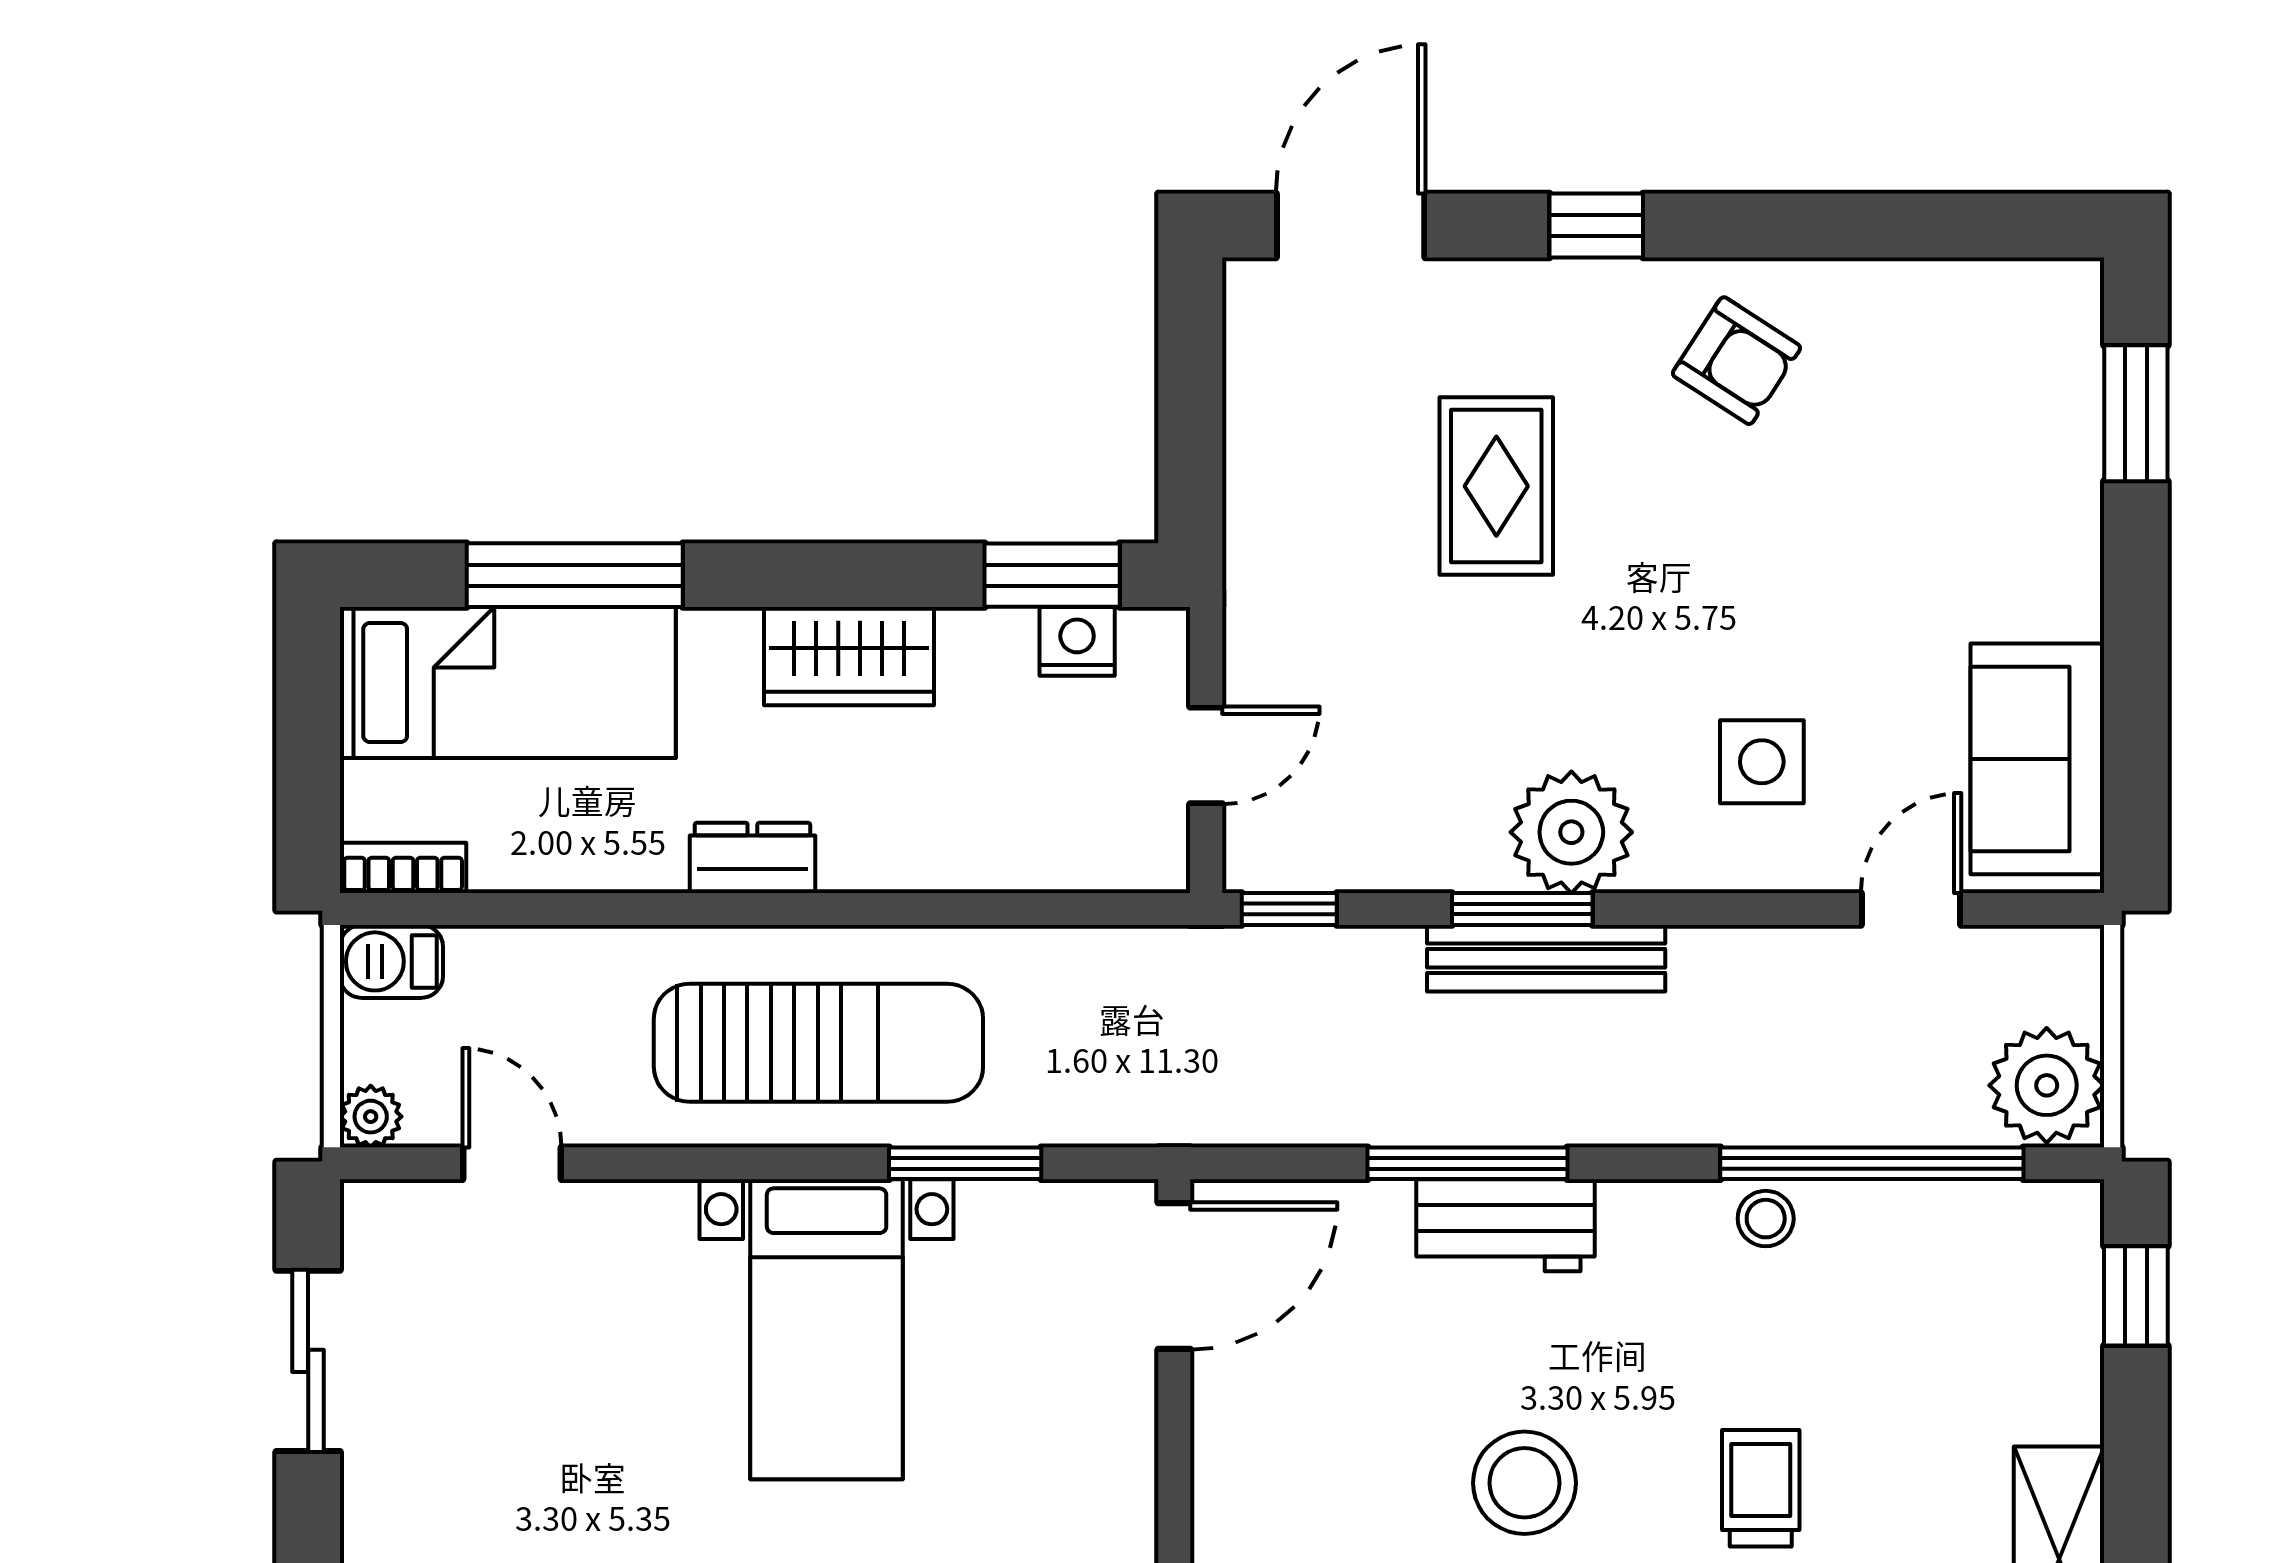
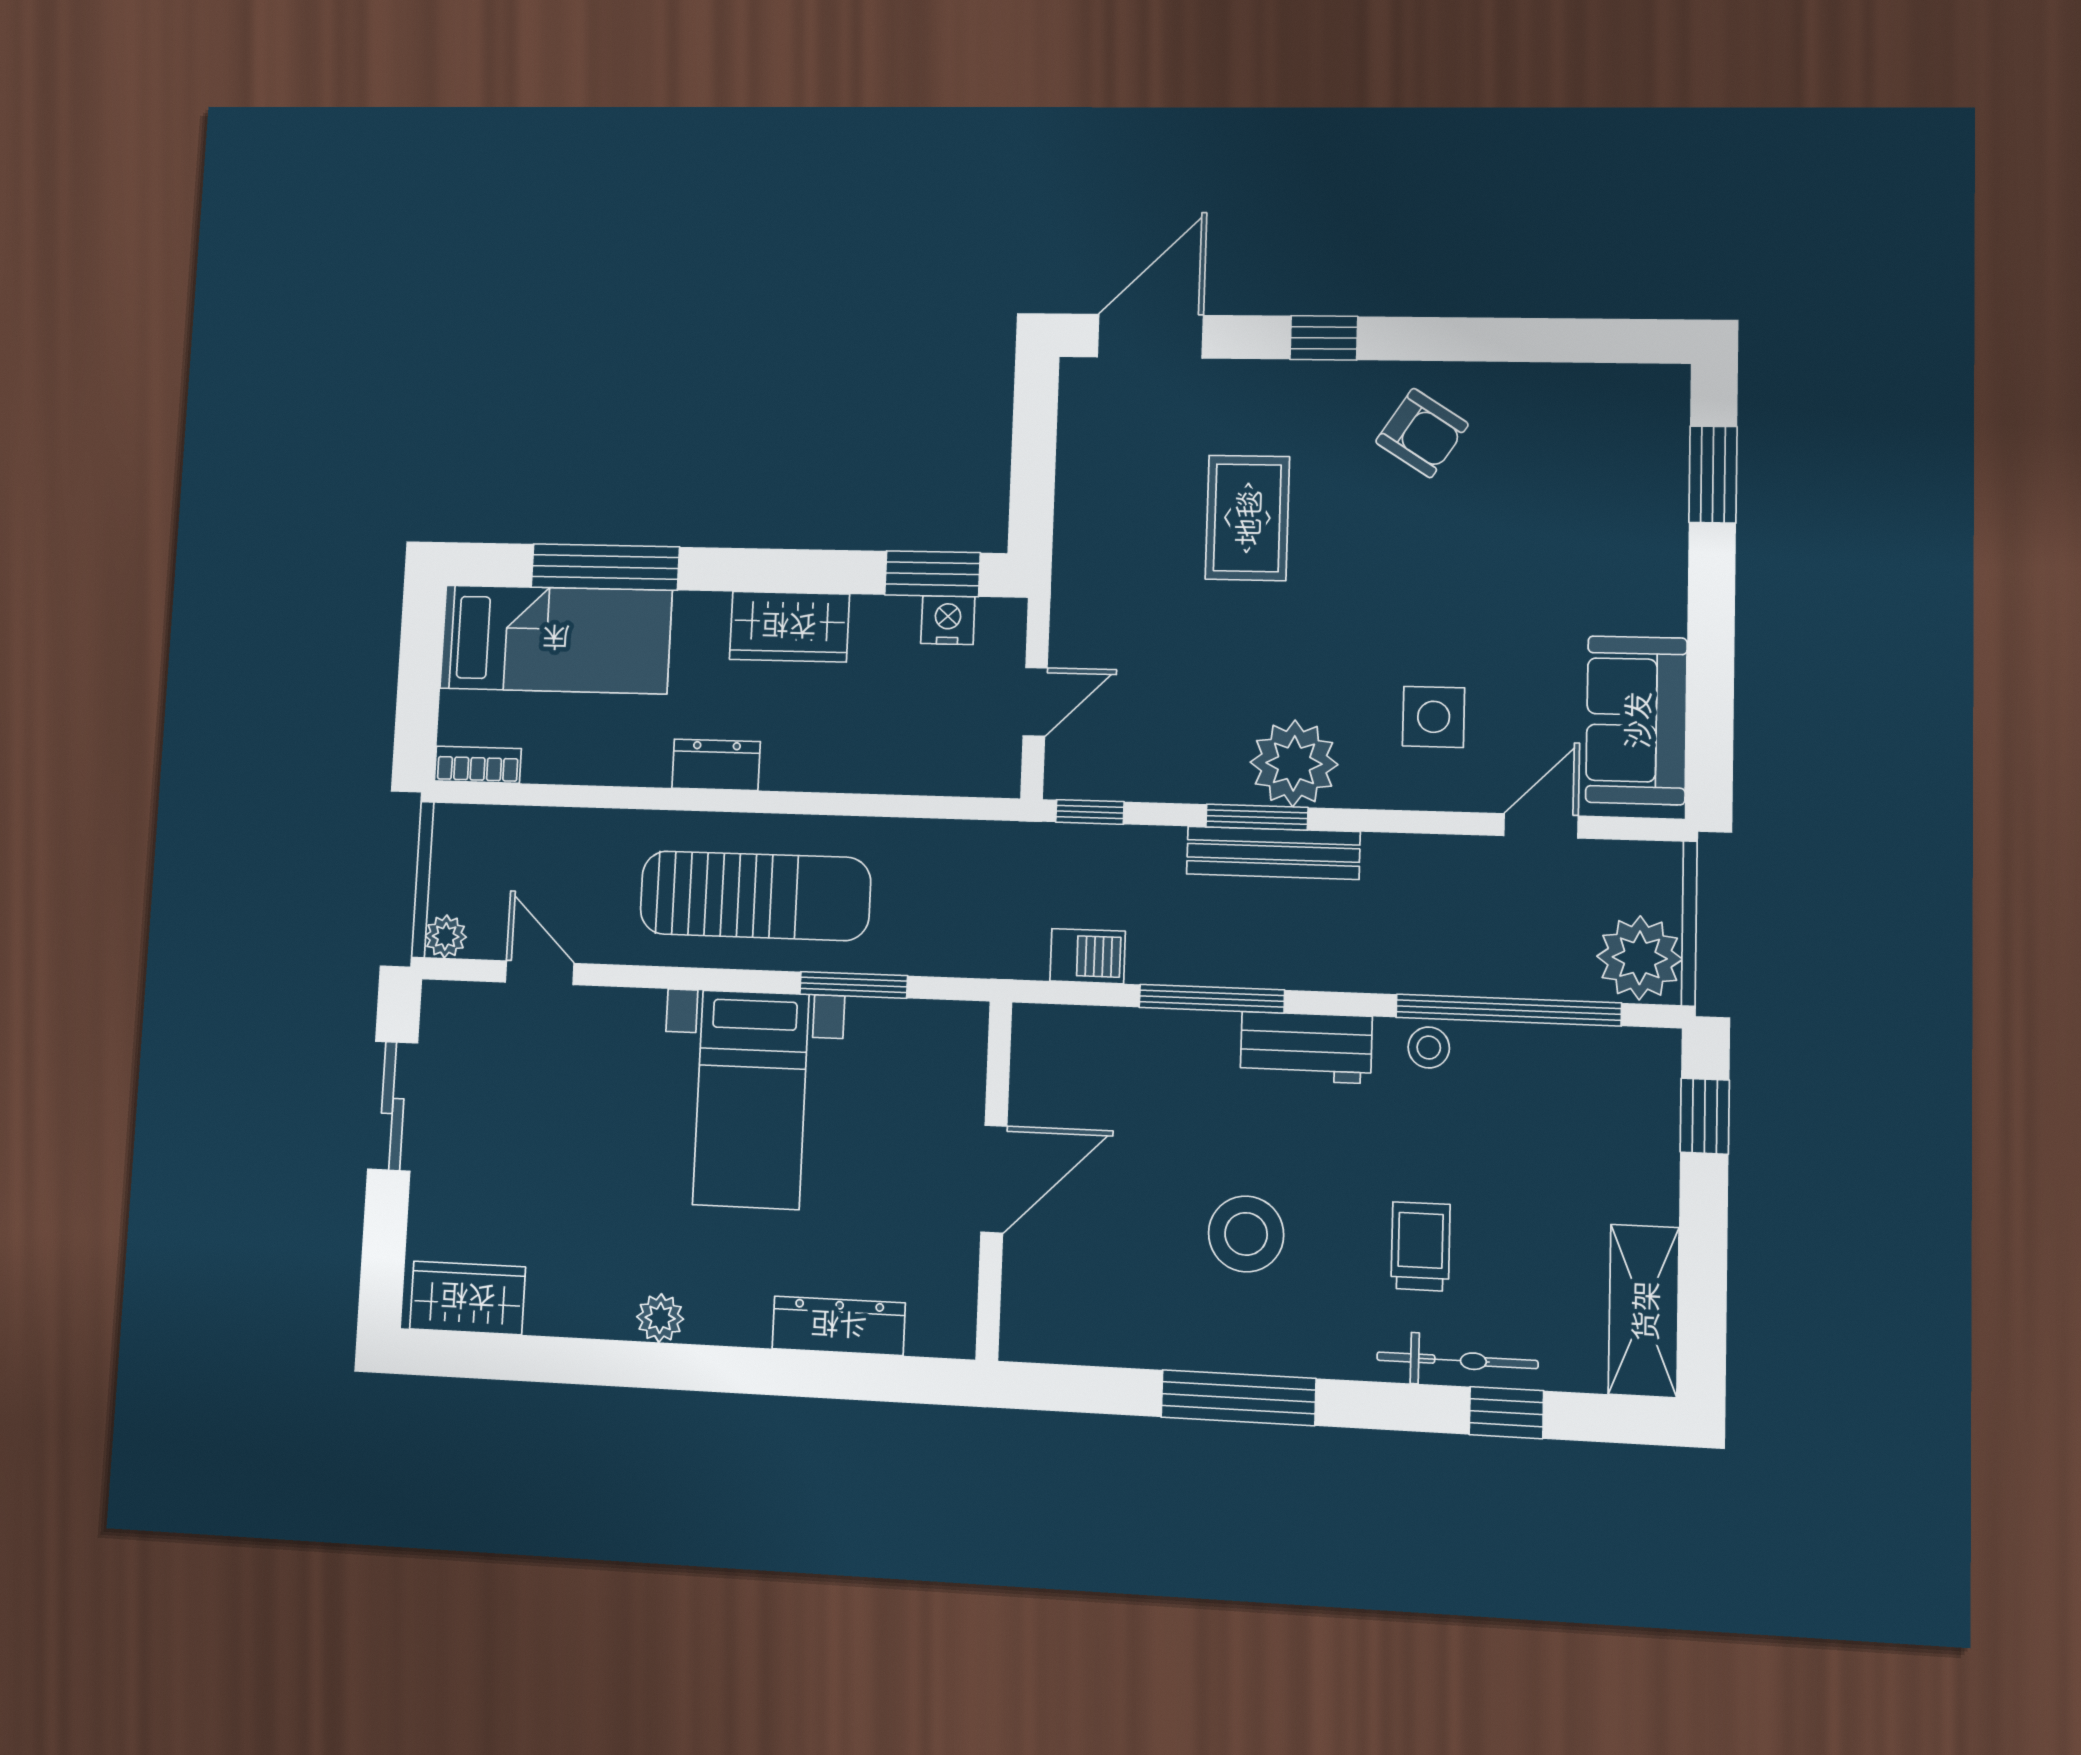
barbecue: (391, 961) -> (1088, 956), moved, turned 180
workbench: (1506, 1225) -> (1306, 1047), moved
door: (1174, 1276) -> (994, 1179), moved

